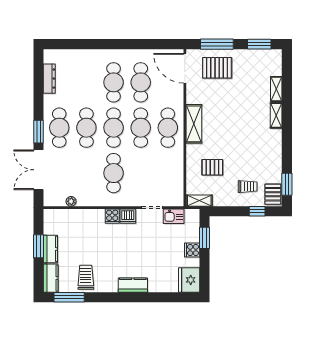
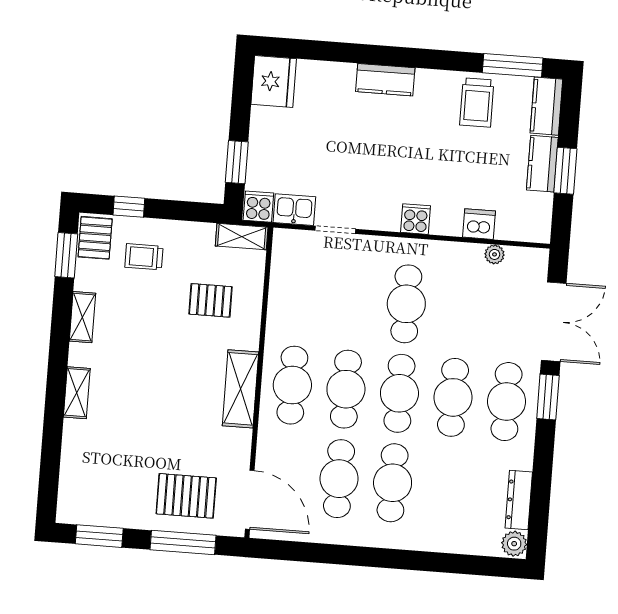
plant: (50, 56) -> (514, 544), added
shelving: (276, 89) -> (82, 317), moved
dishwasher: (128, 216) -> (479, 224), moved
cooker: (192, 250) -> (258, 207), moved, turned -90

